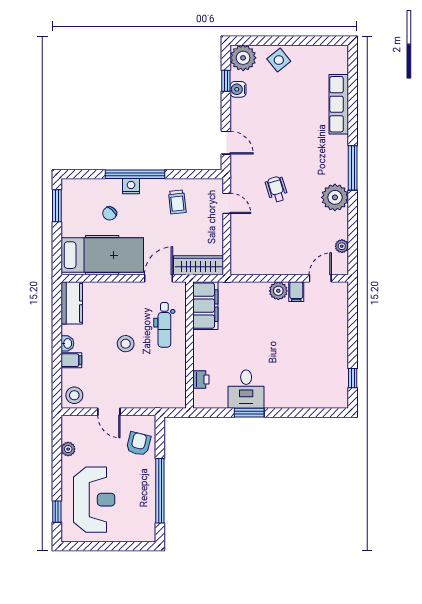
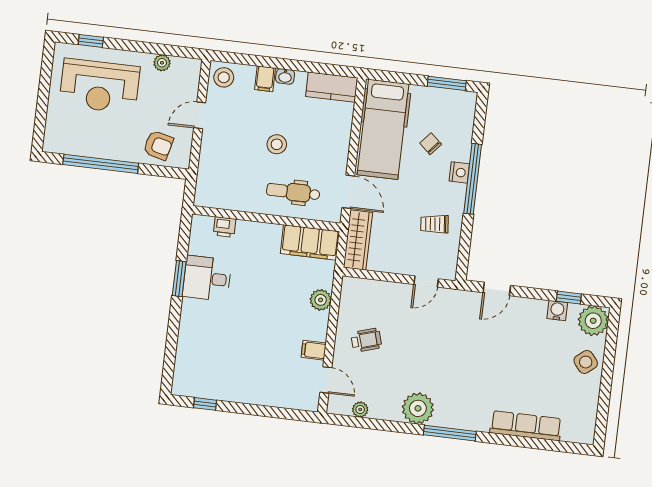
wheelchair: (277, 189) -> (366, 340), moved
plant: (278, 291) -> (321, 300), moved

